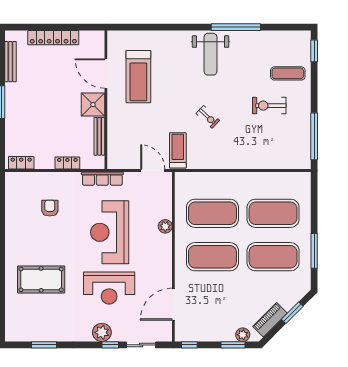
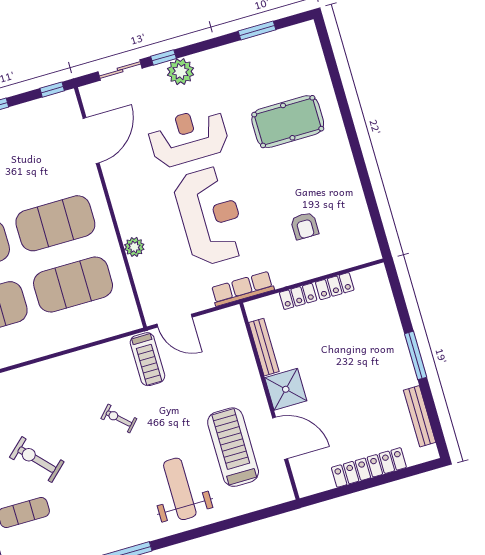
weight bench: (211, 54) -> (180, 489), moved
exercise bike: (269, 106) -> (37, 460), turned -133
locker: (21, 163) -> (335, 286), moved

